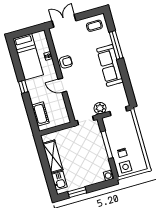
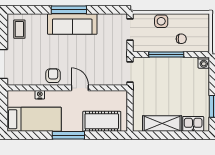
window: (116, 45) -> (69, 10), moved
door: (62, 85) -> (80, 88), swing flipped
window: (23, 87) -> (68, 135), width x2.17
plant: (100, 108) -> (120, 50), removed
cot: (40, 114) -> (102, 121), width x1.37, depth x1.34
side table: (126, 167) -> (161, 21), moved

